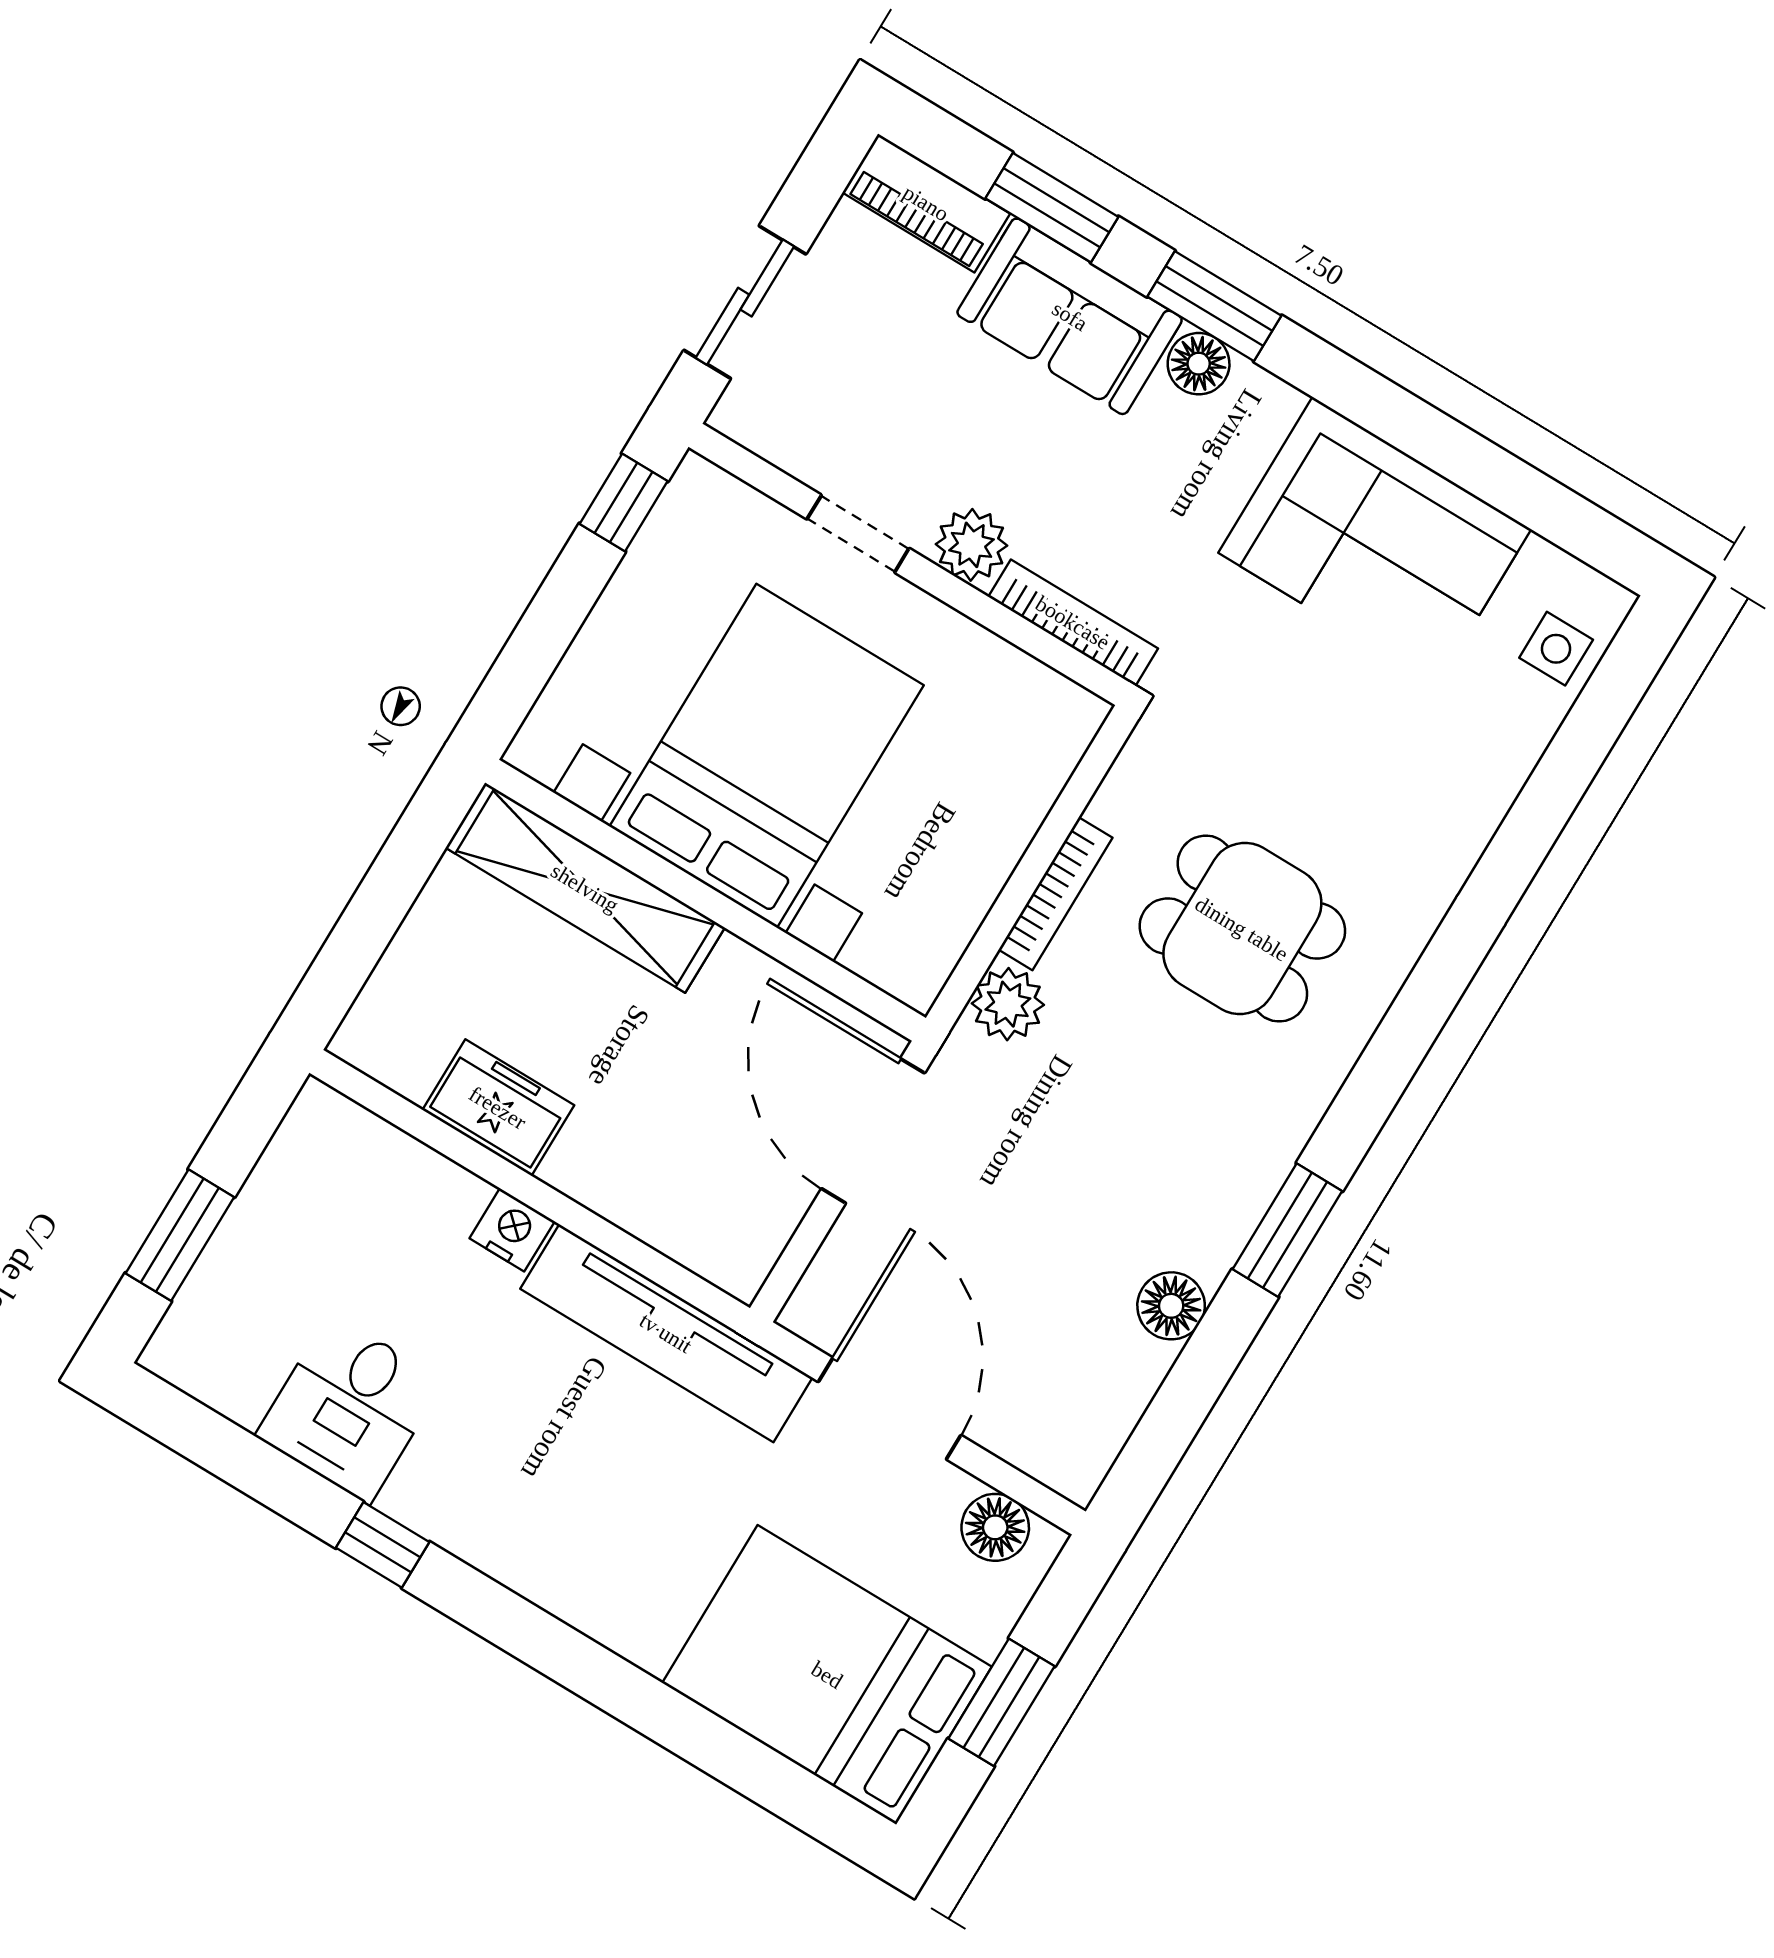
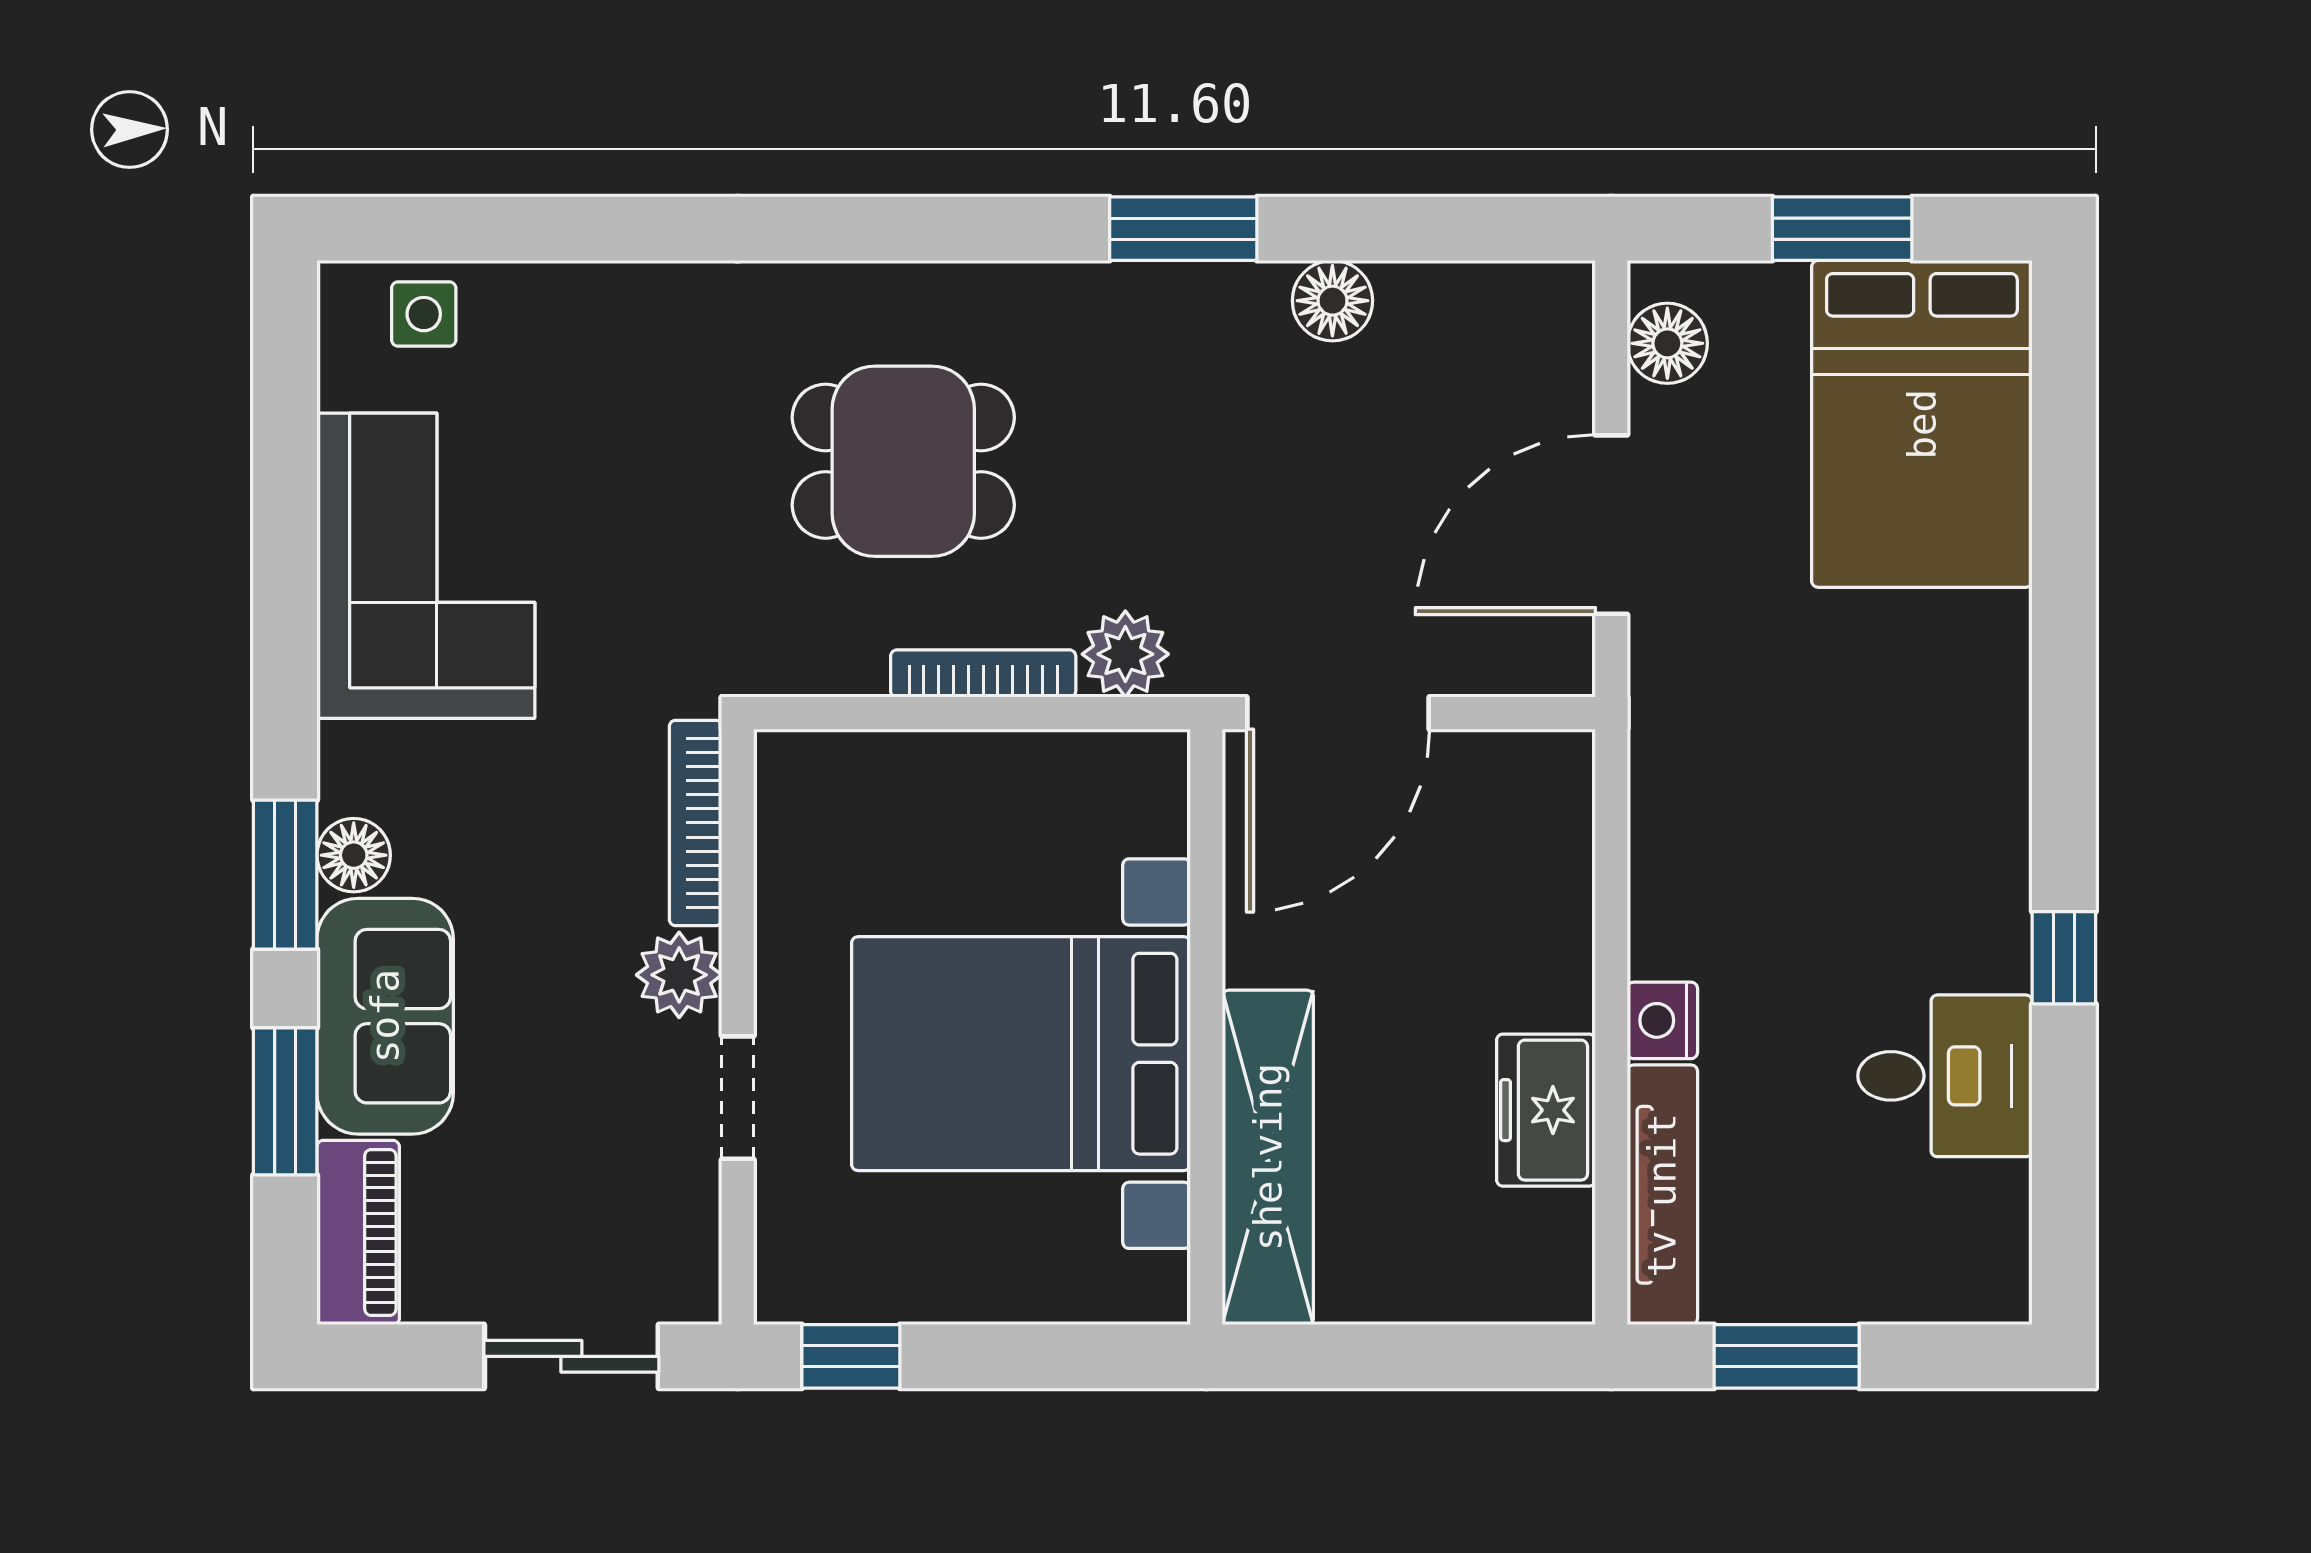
dining table: (1242, 929) -> (903, 461), turned 90
window: (180, 1235) -> (1787, 1356), moved
tv unit: (666, 1333) -> (1662, 1195), moved, width x0.73, depth x0.78

